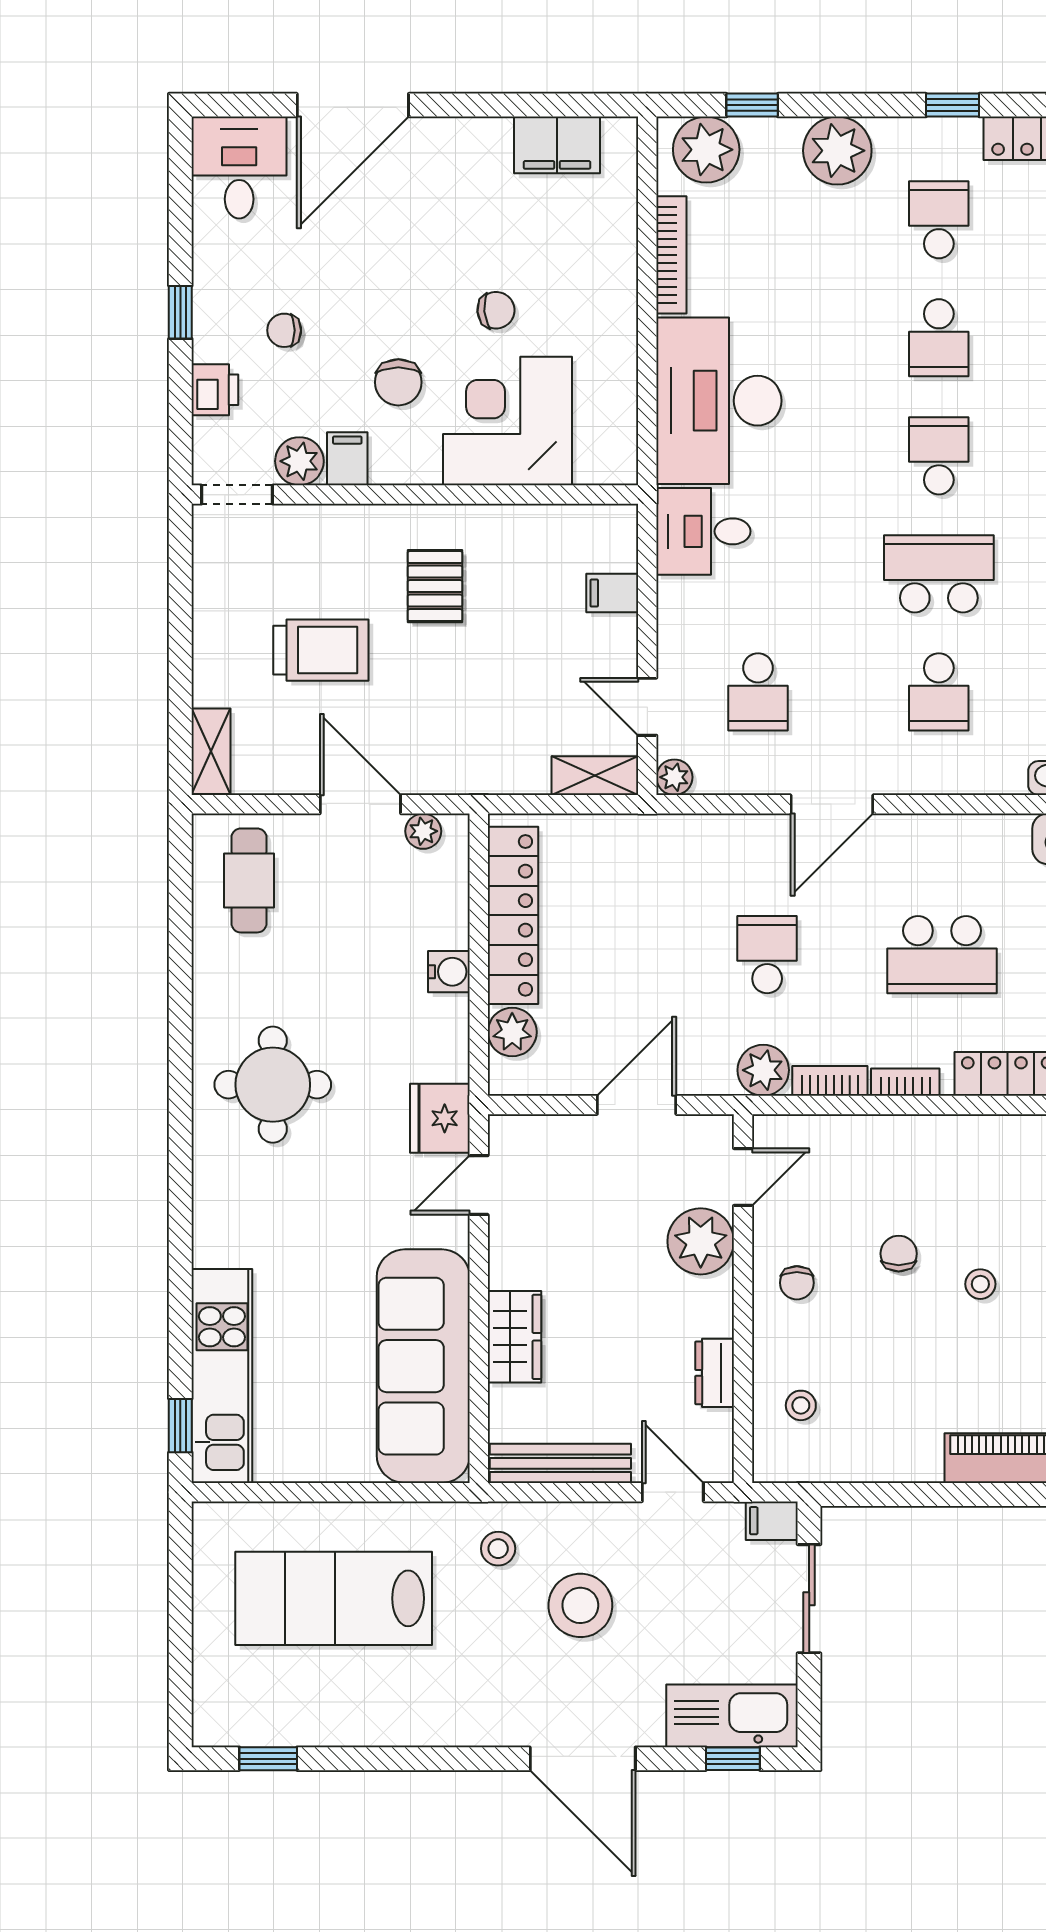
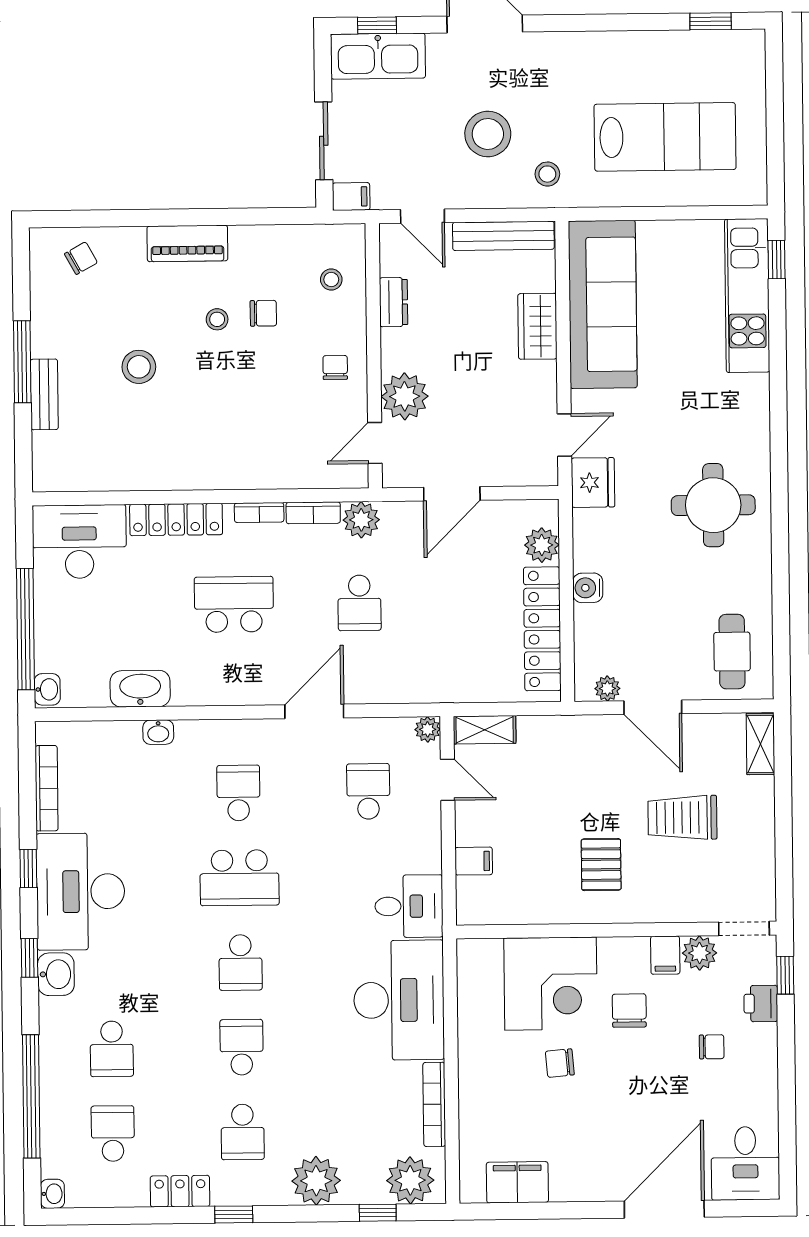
window: (180, 312) -> (785, 975), moved
chair: (899, 1254) -> (263, 313), moved, turned -90
stool: (980, 1284) -> (217, 319), moved

